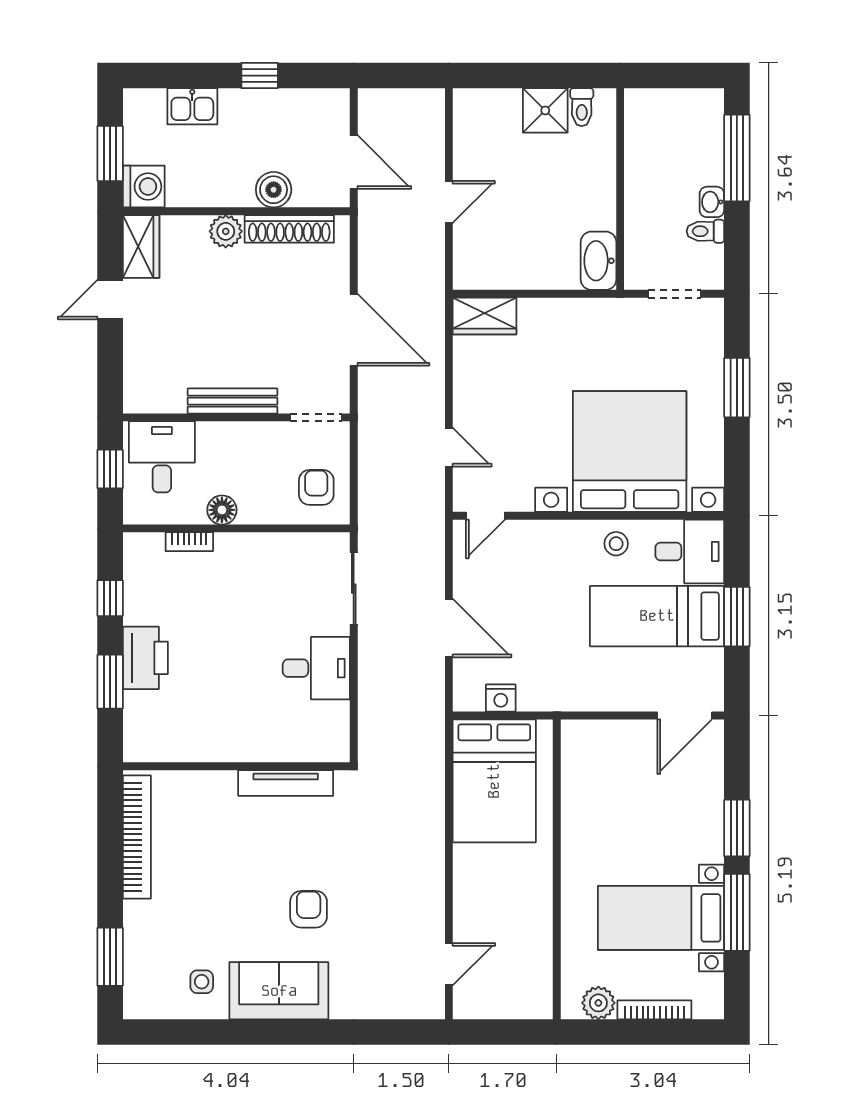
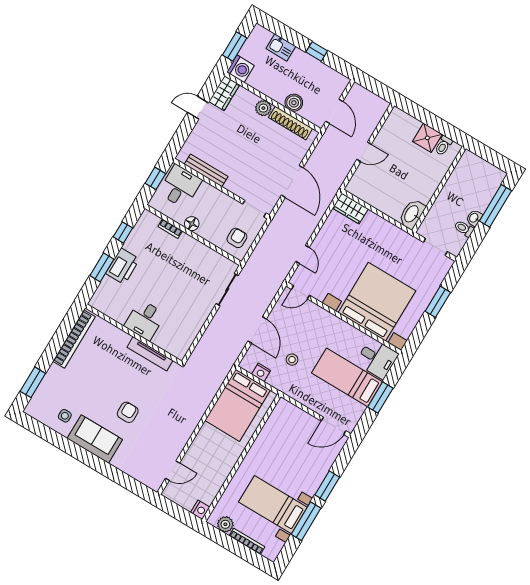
bench: (232, 401) -> (206, 170), moved
stool: (616, 544) -> (292, 360), moved
desk: (316, 668) -> (145, 320), moved, turned 90
nightstand: (539, 1004) -> (200, 510), added

